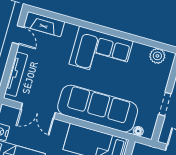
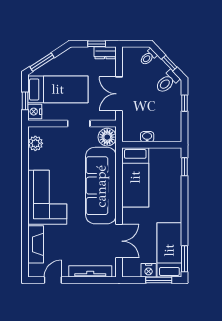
fireplace: (44, 24) -> (36, 244), moved
floor lamp: (138, 131) -> (107, 137), width x1.89, depth x1.89

